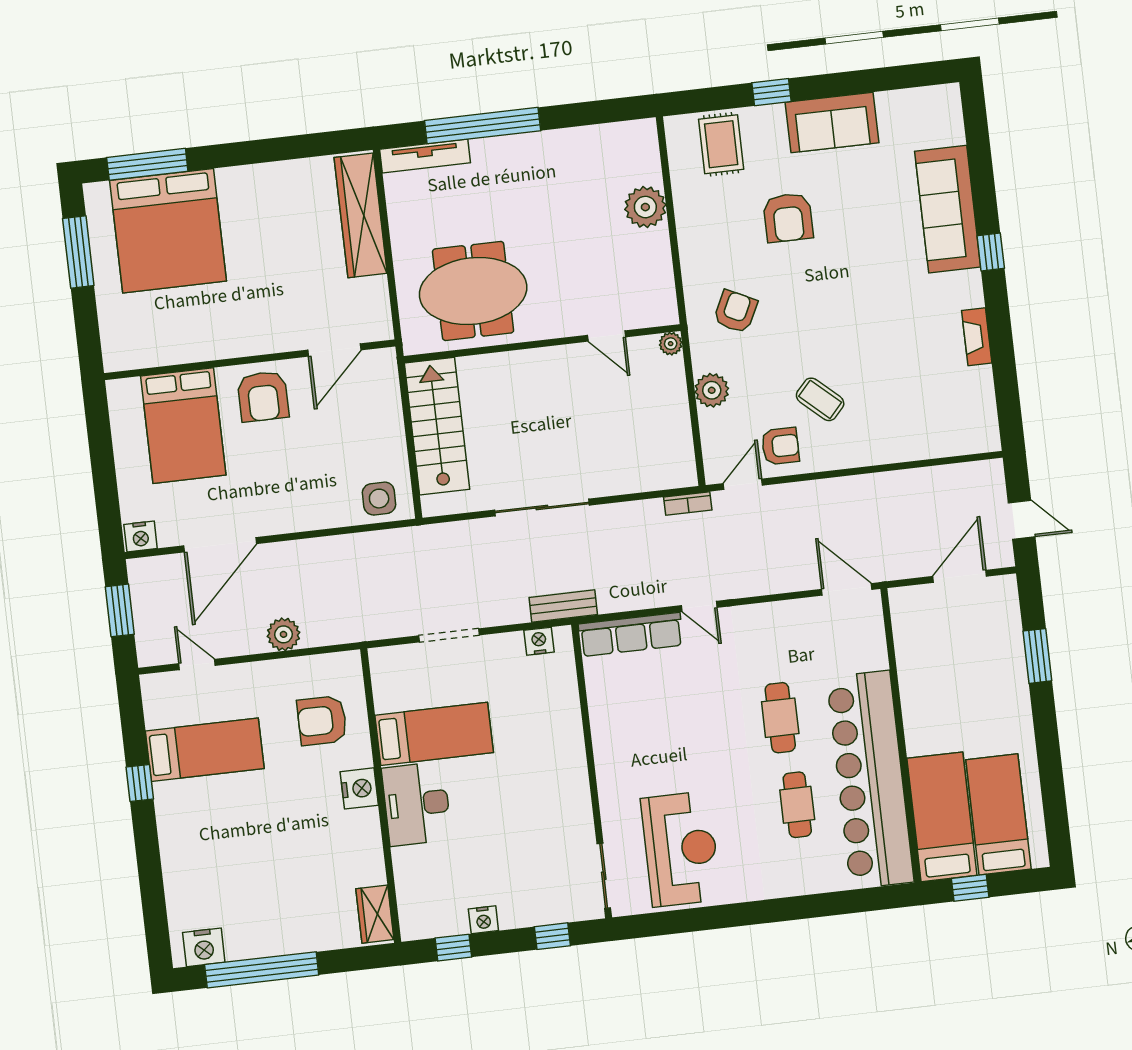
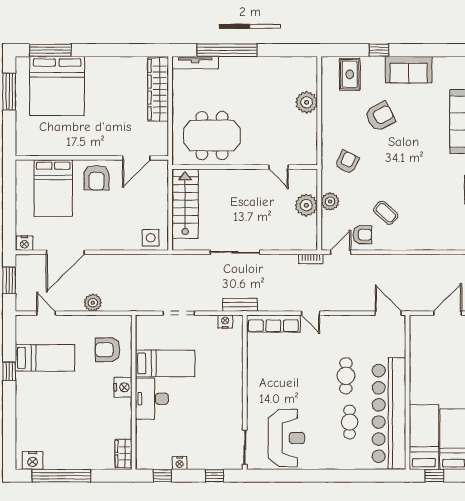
armchair: (788, 218) -> (380, 116), turned -118
plant: (671, 344) -> (306, 205), moved, width x1.87, depth x1.87

